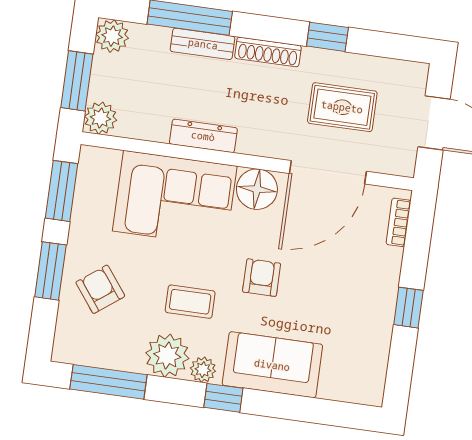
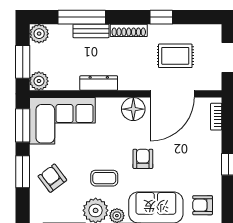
corner sofa: (175, 198) -> (62, 121), moved
armchair: (354, 372) -> (203, 205), added

